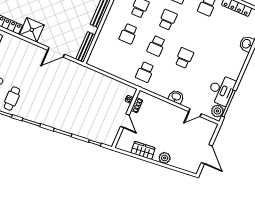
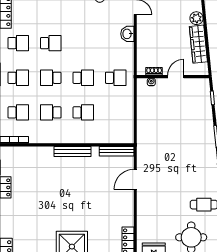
shower: (32, 30) -> (123, 215), removed
door: (56, 52) -> (135, 179), swing flipped
school desk: (184, 58) -> (51, 43), moved, turned 180
wardrobe: (143, 150) -> (198, 44), width x1.50

